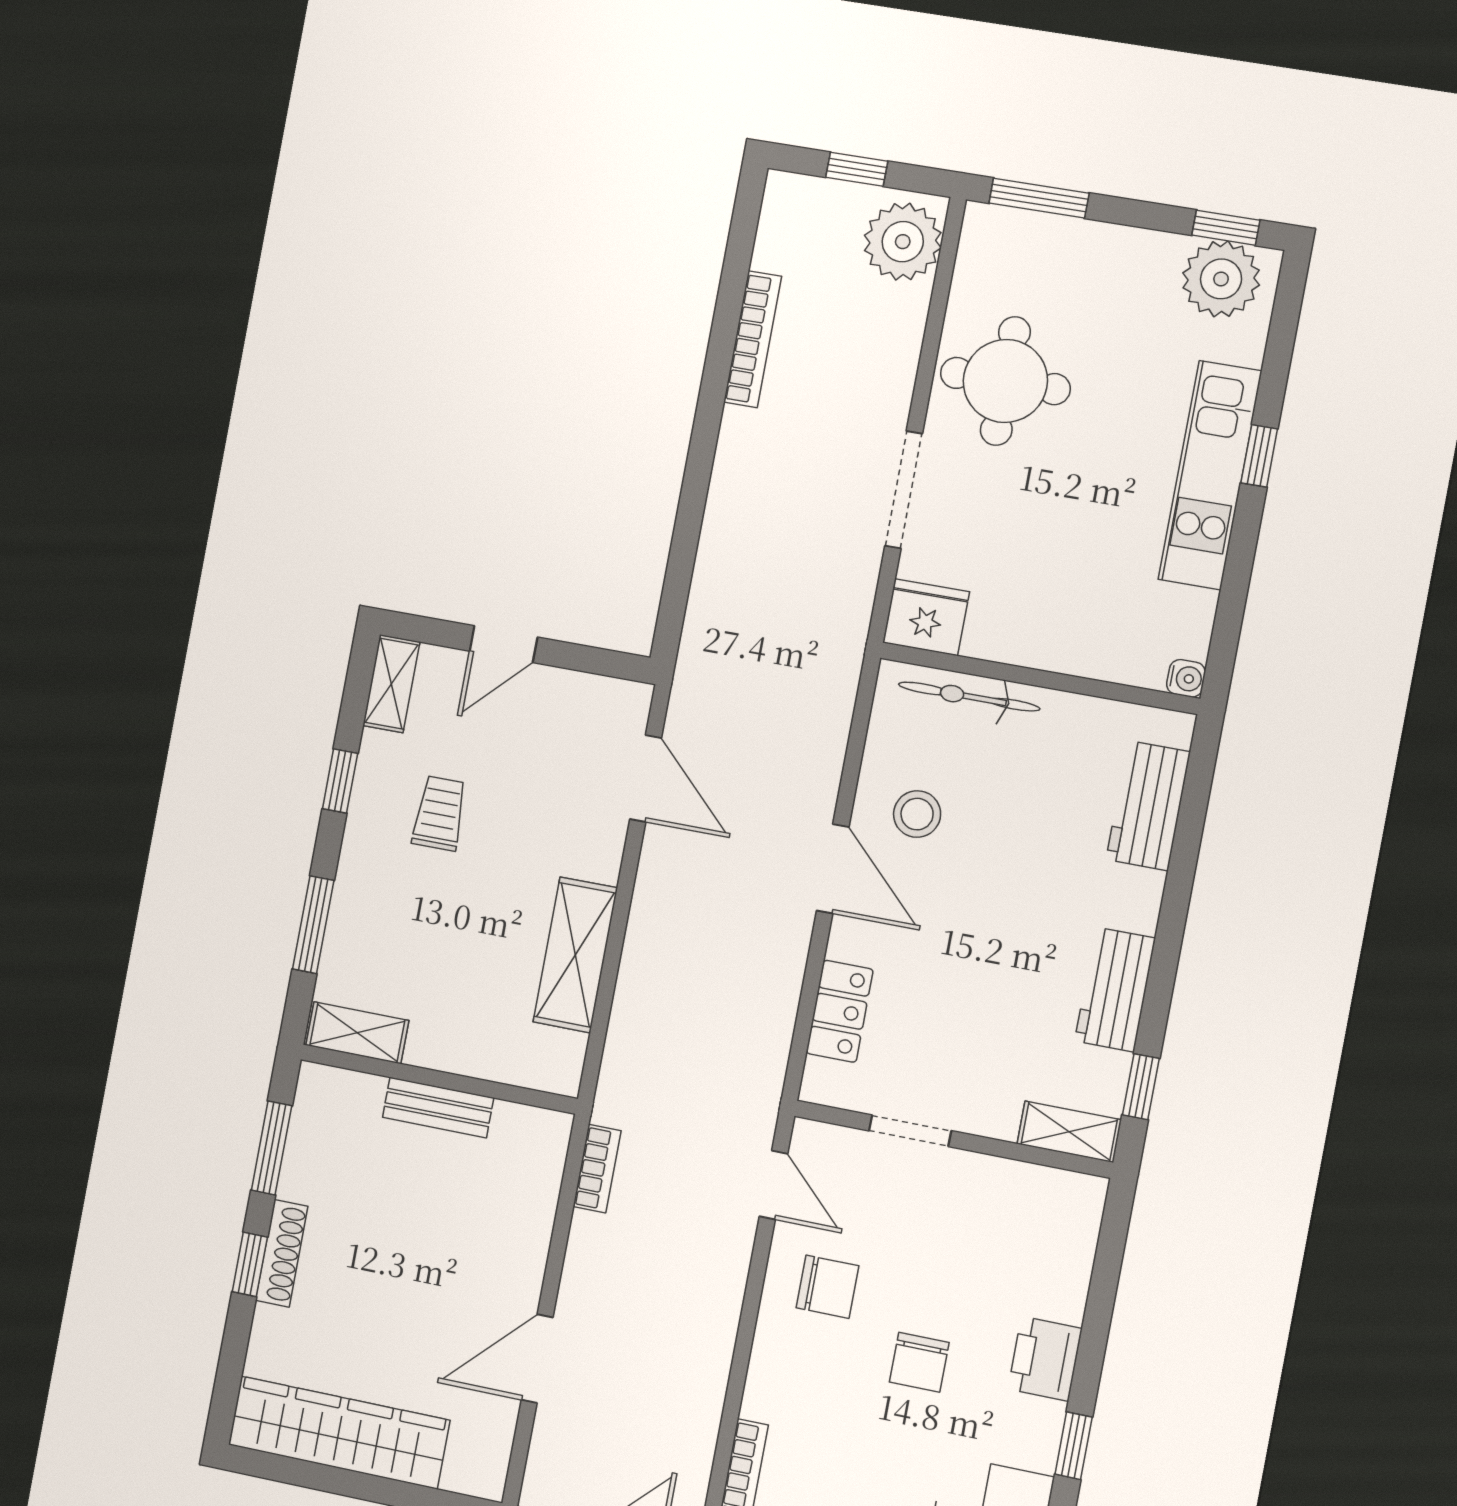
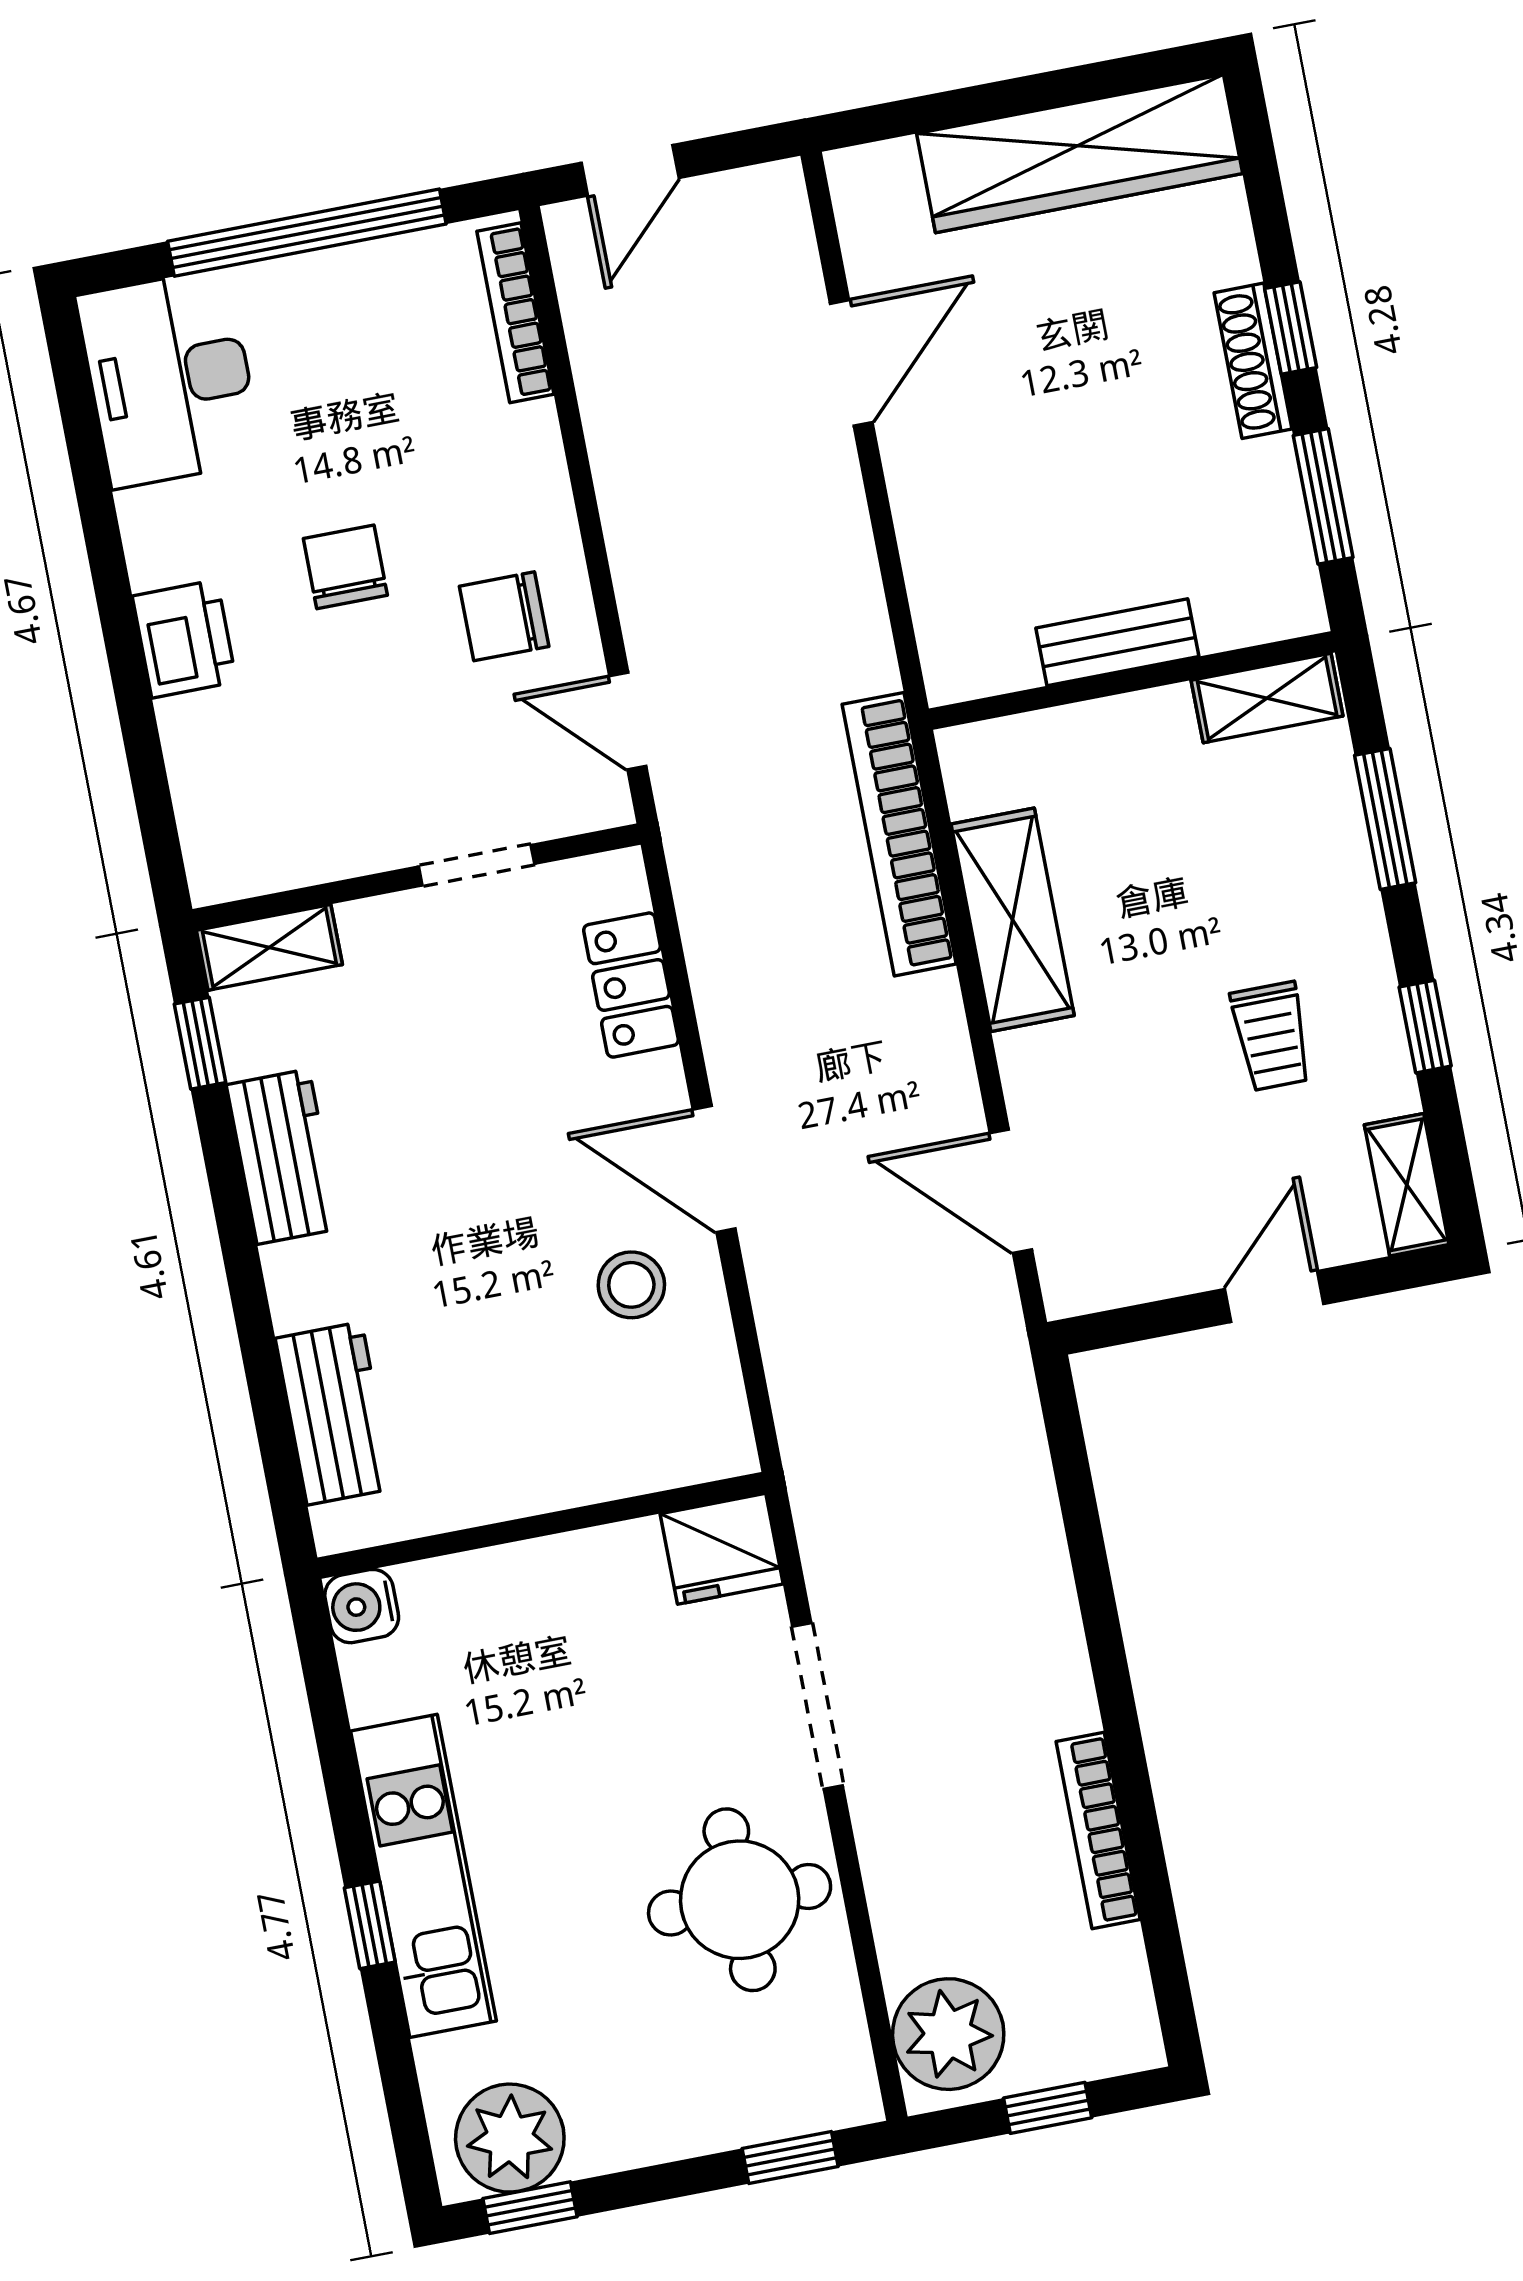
window: (1039, 198) -> (790, 2158), width x0.67
water cooler: (1186, 678) -> (362, 1606), width x1.38, depth x1.38
bicycle: (969, 697) -> (624, 1466), removed
bookcase: (597, 1169) -> (899, 834), moved, width x2.31, depth x1.31
window: (1074, 1446) -> (103, 541), removed

